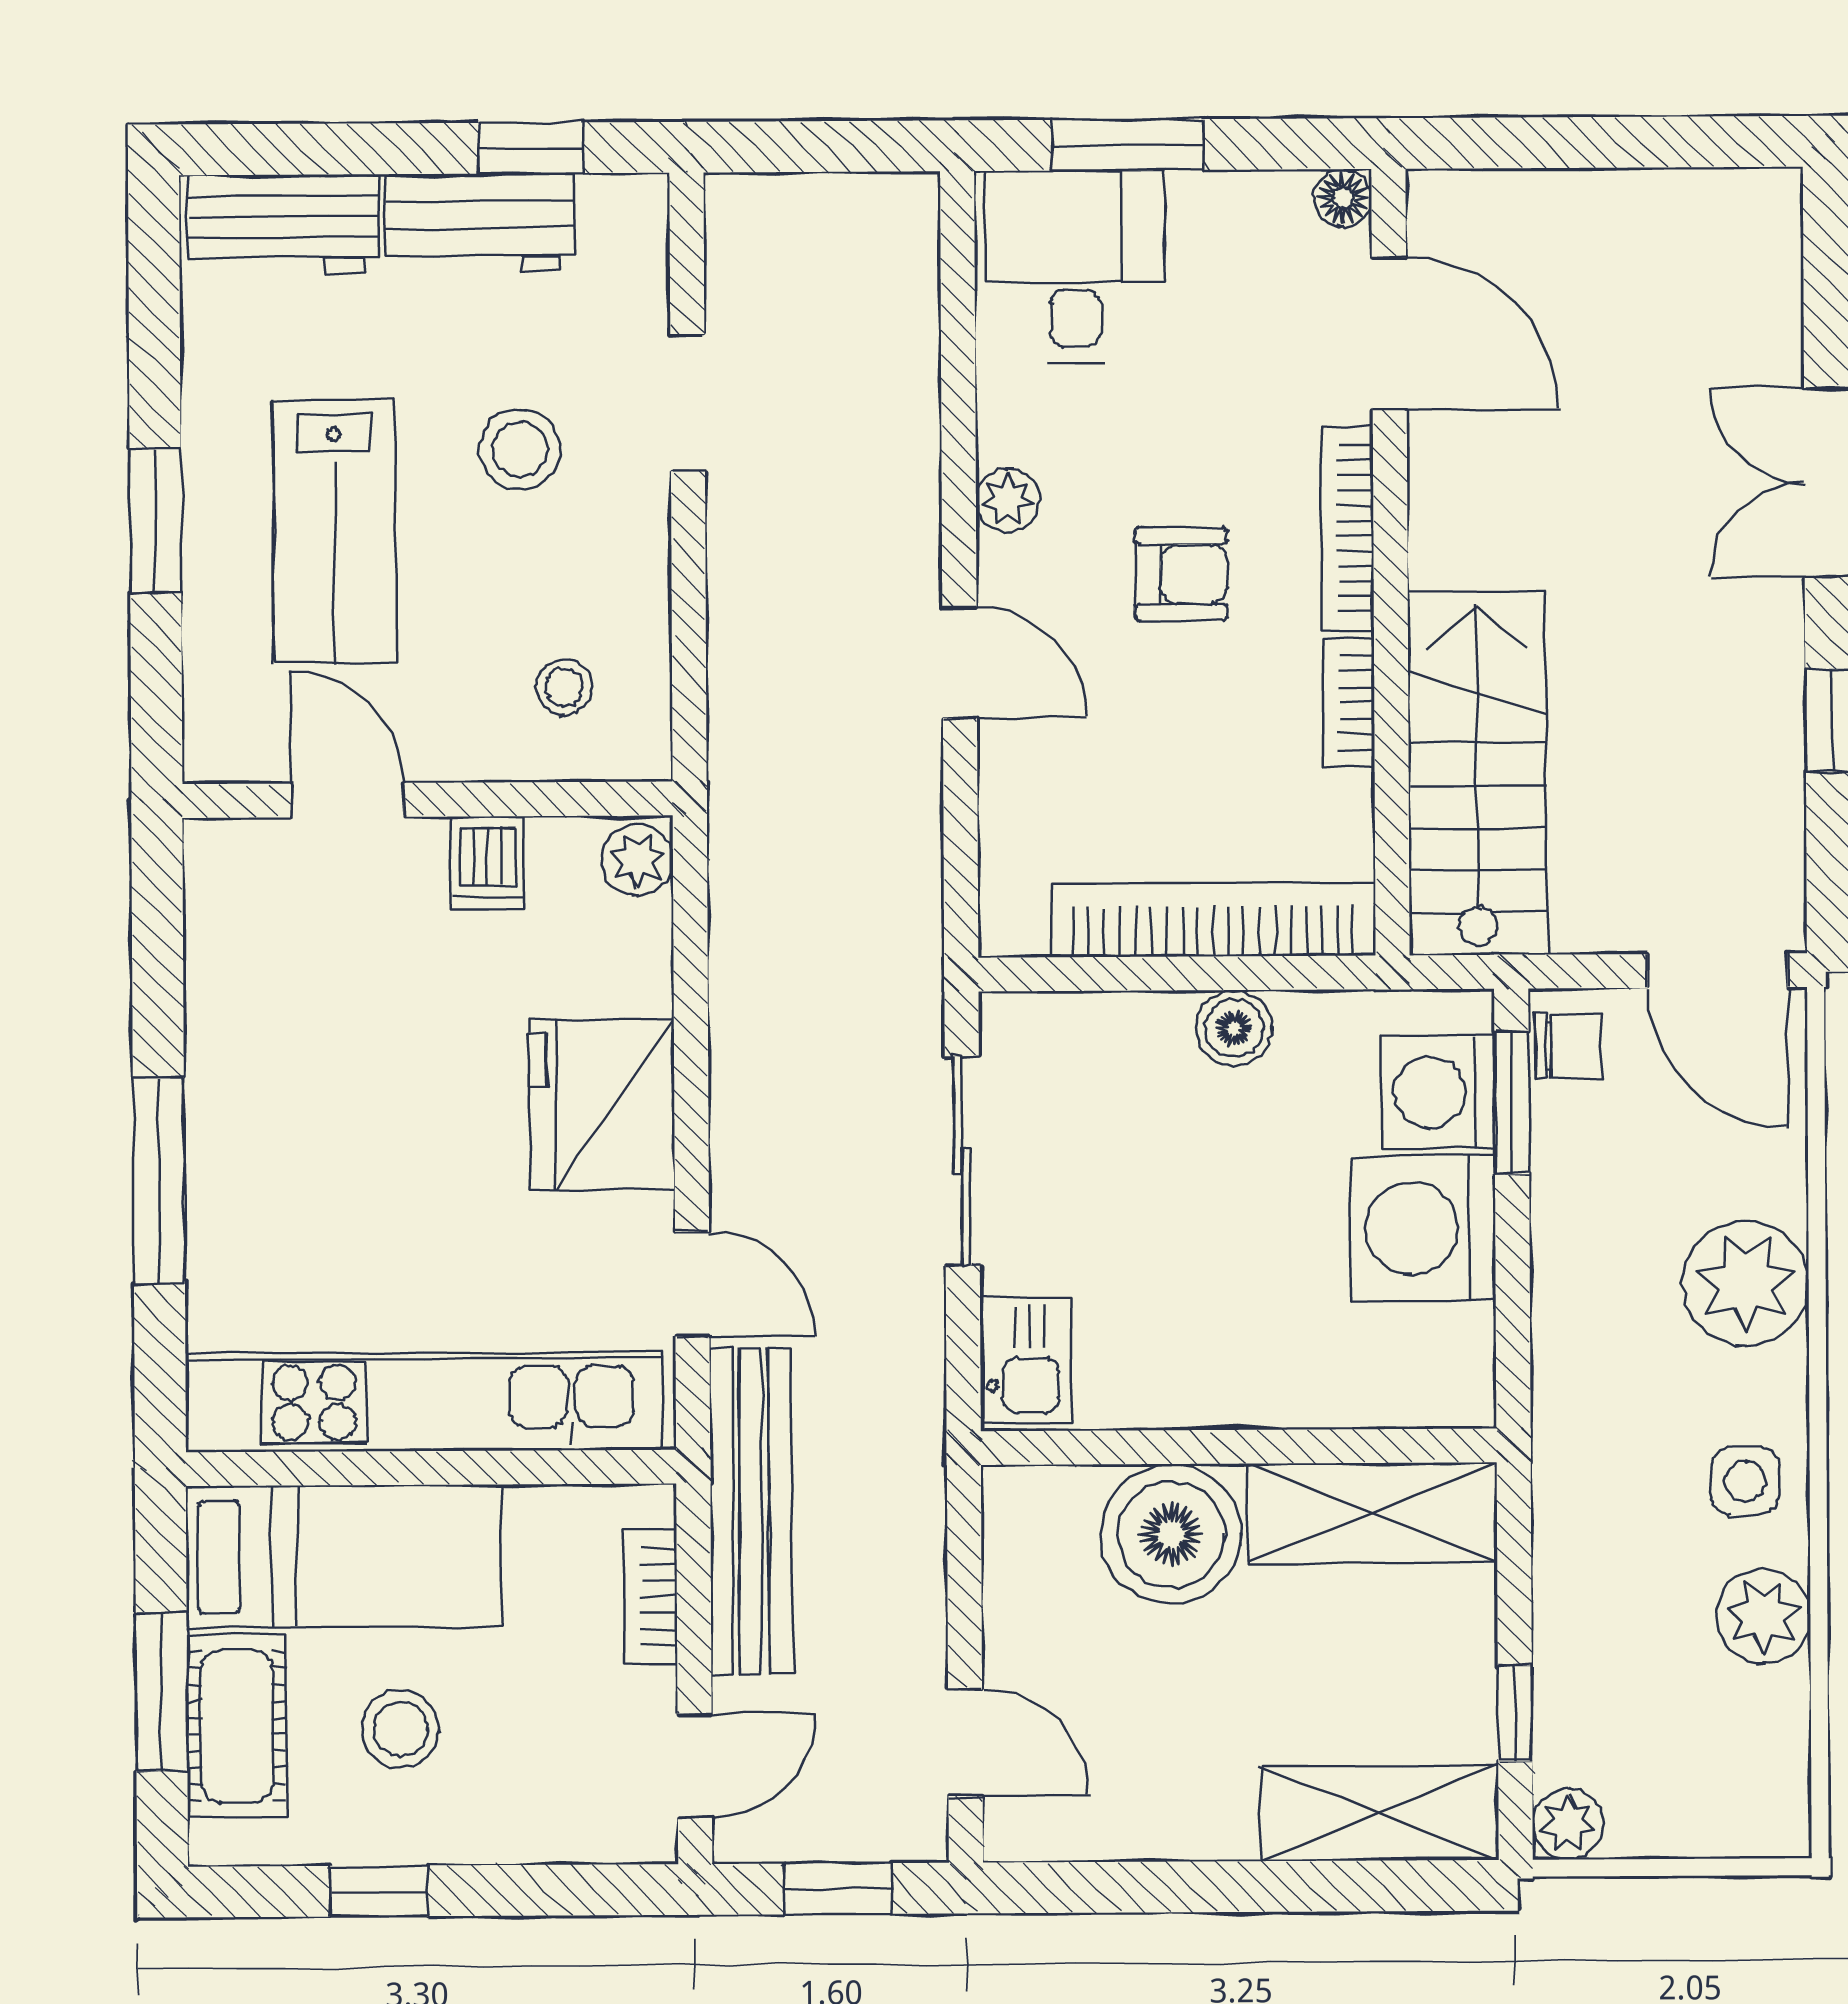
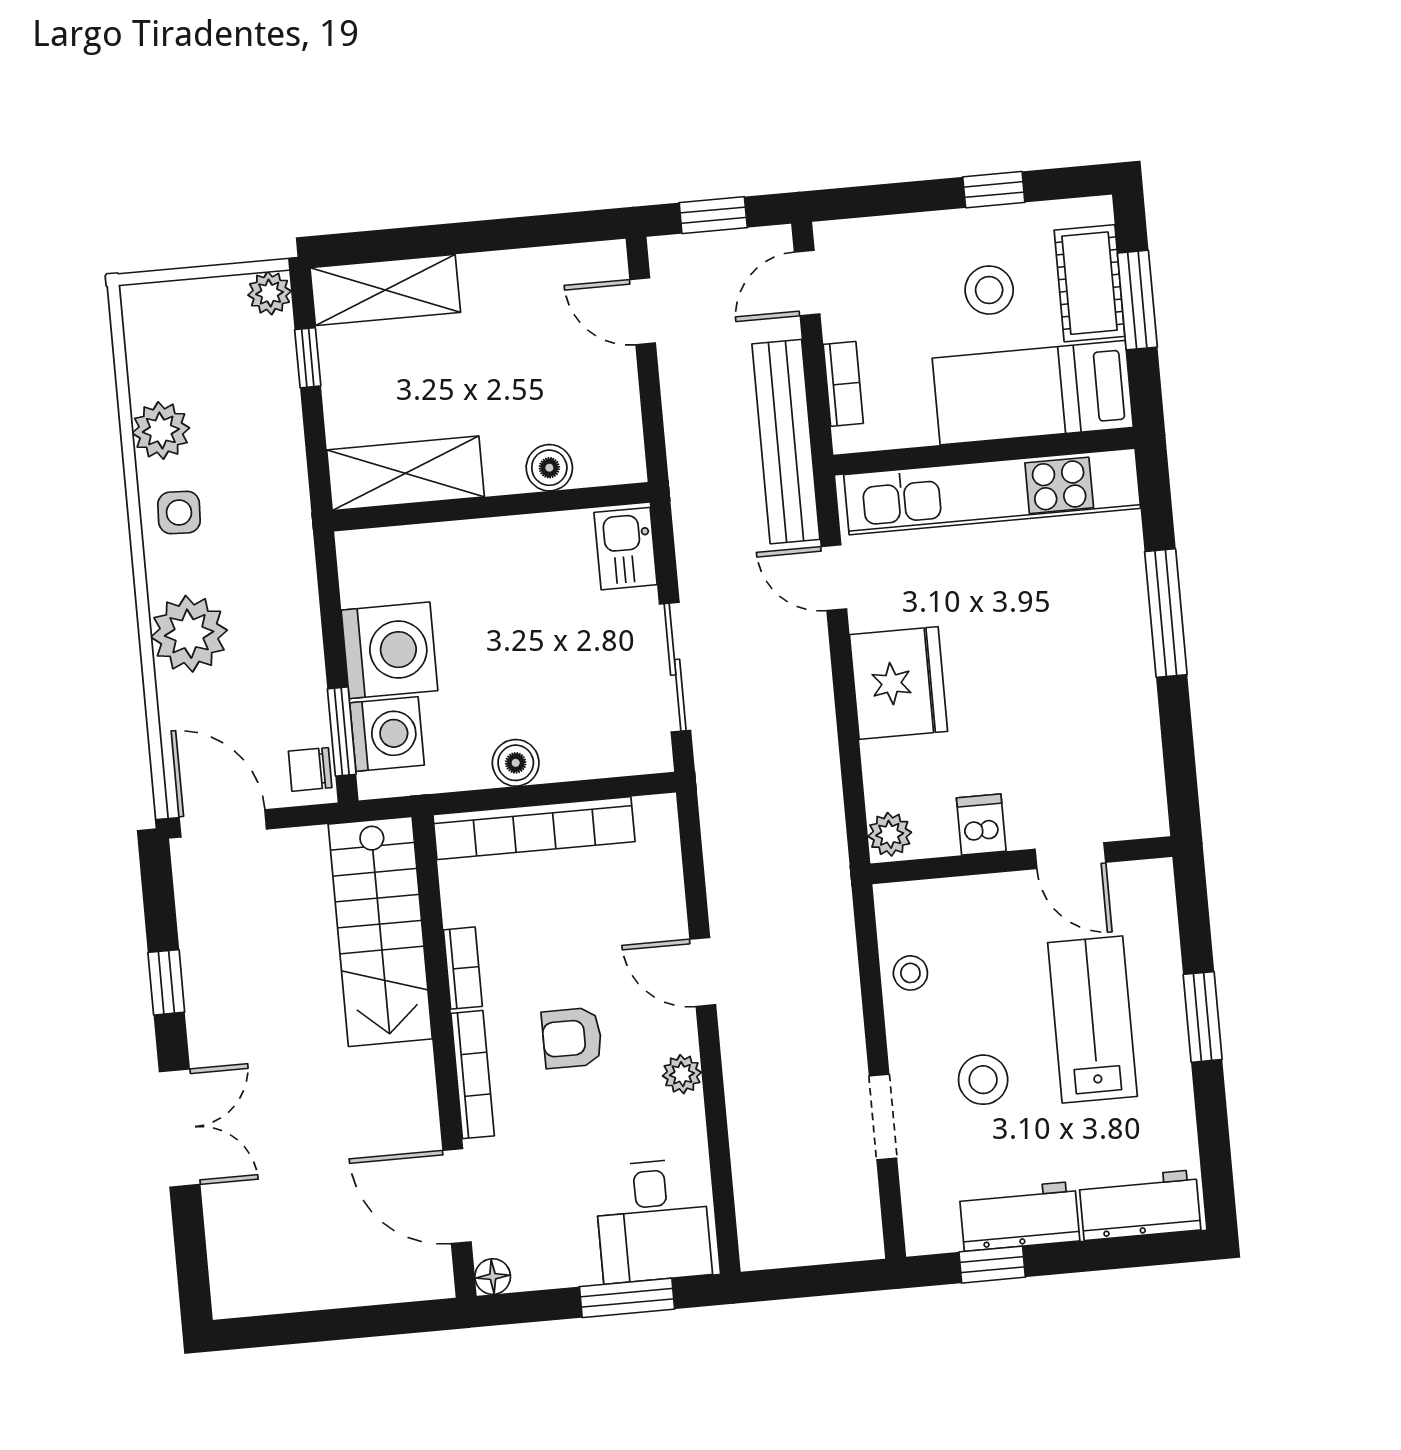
stool: (564, 687) -> (910, 973), moved
boiler: (1171, 1534) -> (549, 468), width x0.54, depth x0.54

